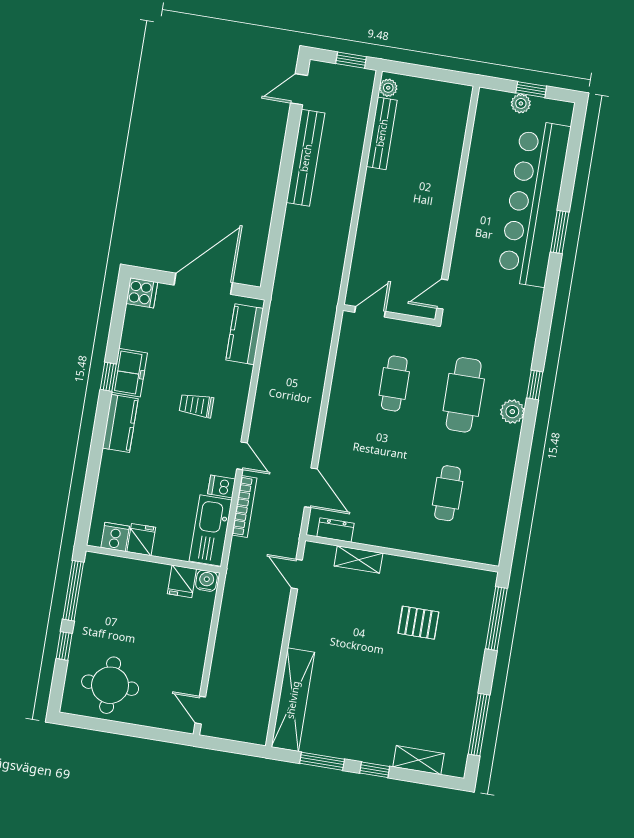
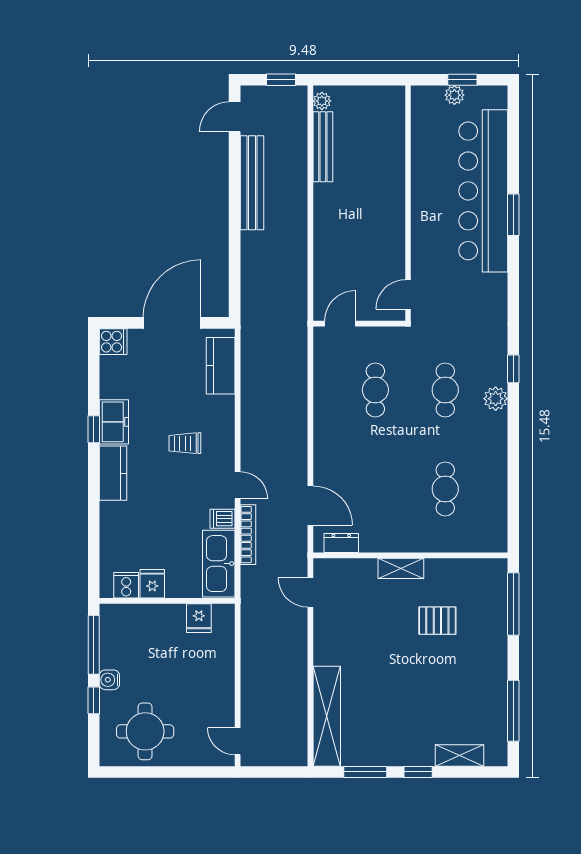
cafe table: (464, 395) -> (445, 390), width x0.73, depth x0.74
shelving: (358, 560) -> (401, 568), moved
water cooler: (206, 581) -> (109, 680), moved, turned -90

